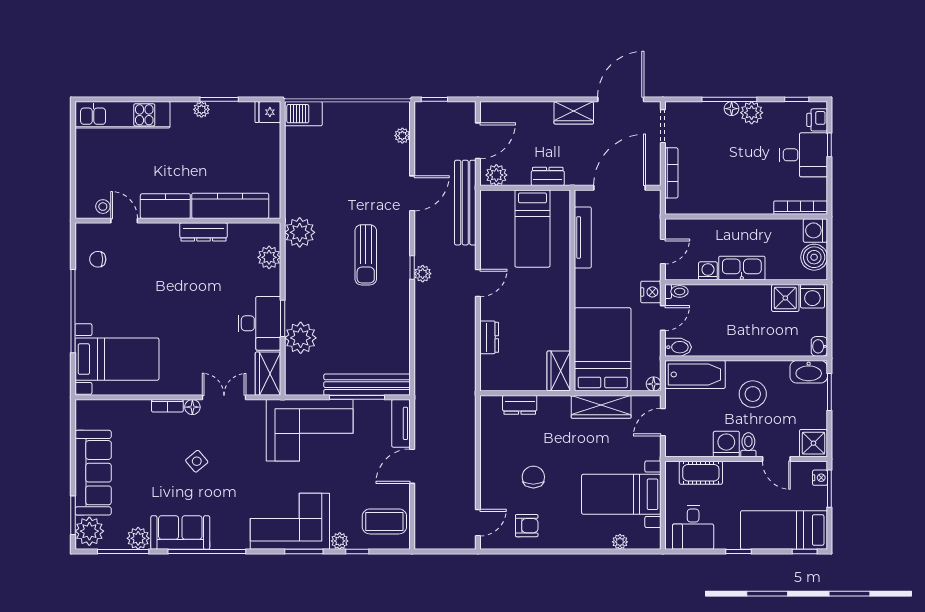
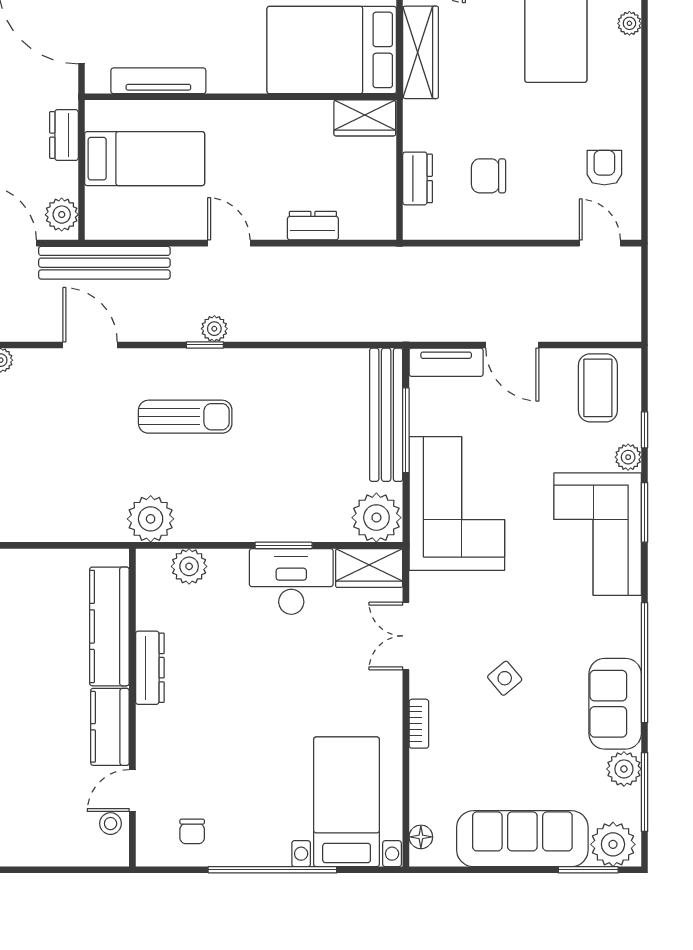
plant: (301, 338) -> (376, 518), moved
floor lamp: (192, 407) -> (421, 837), moved
chair: (533, 477) -> (488, 176), moved

